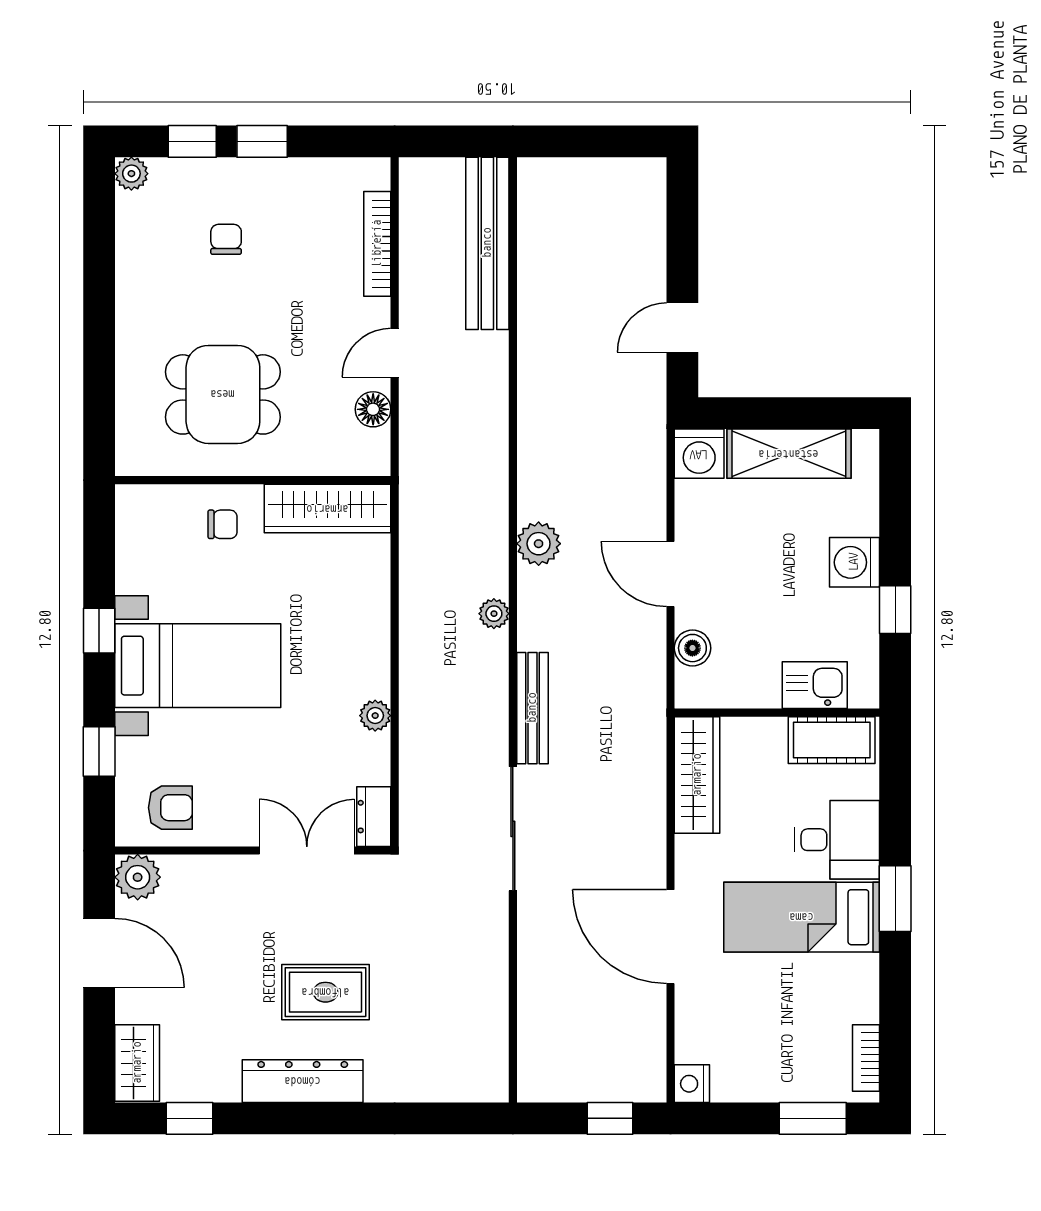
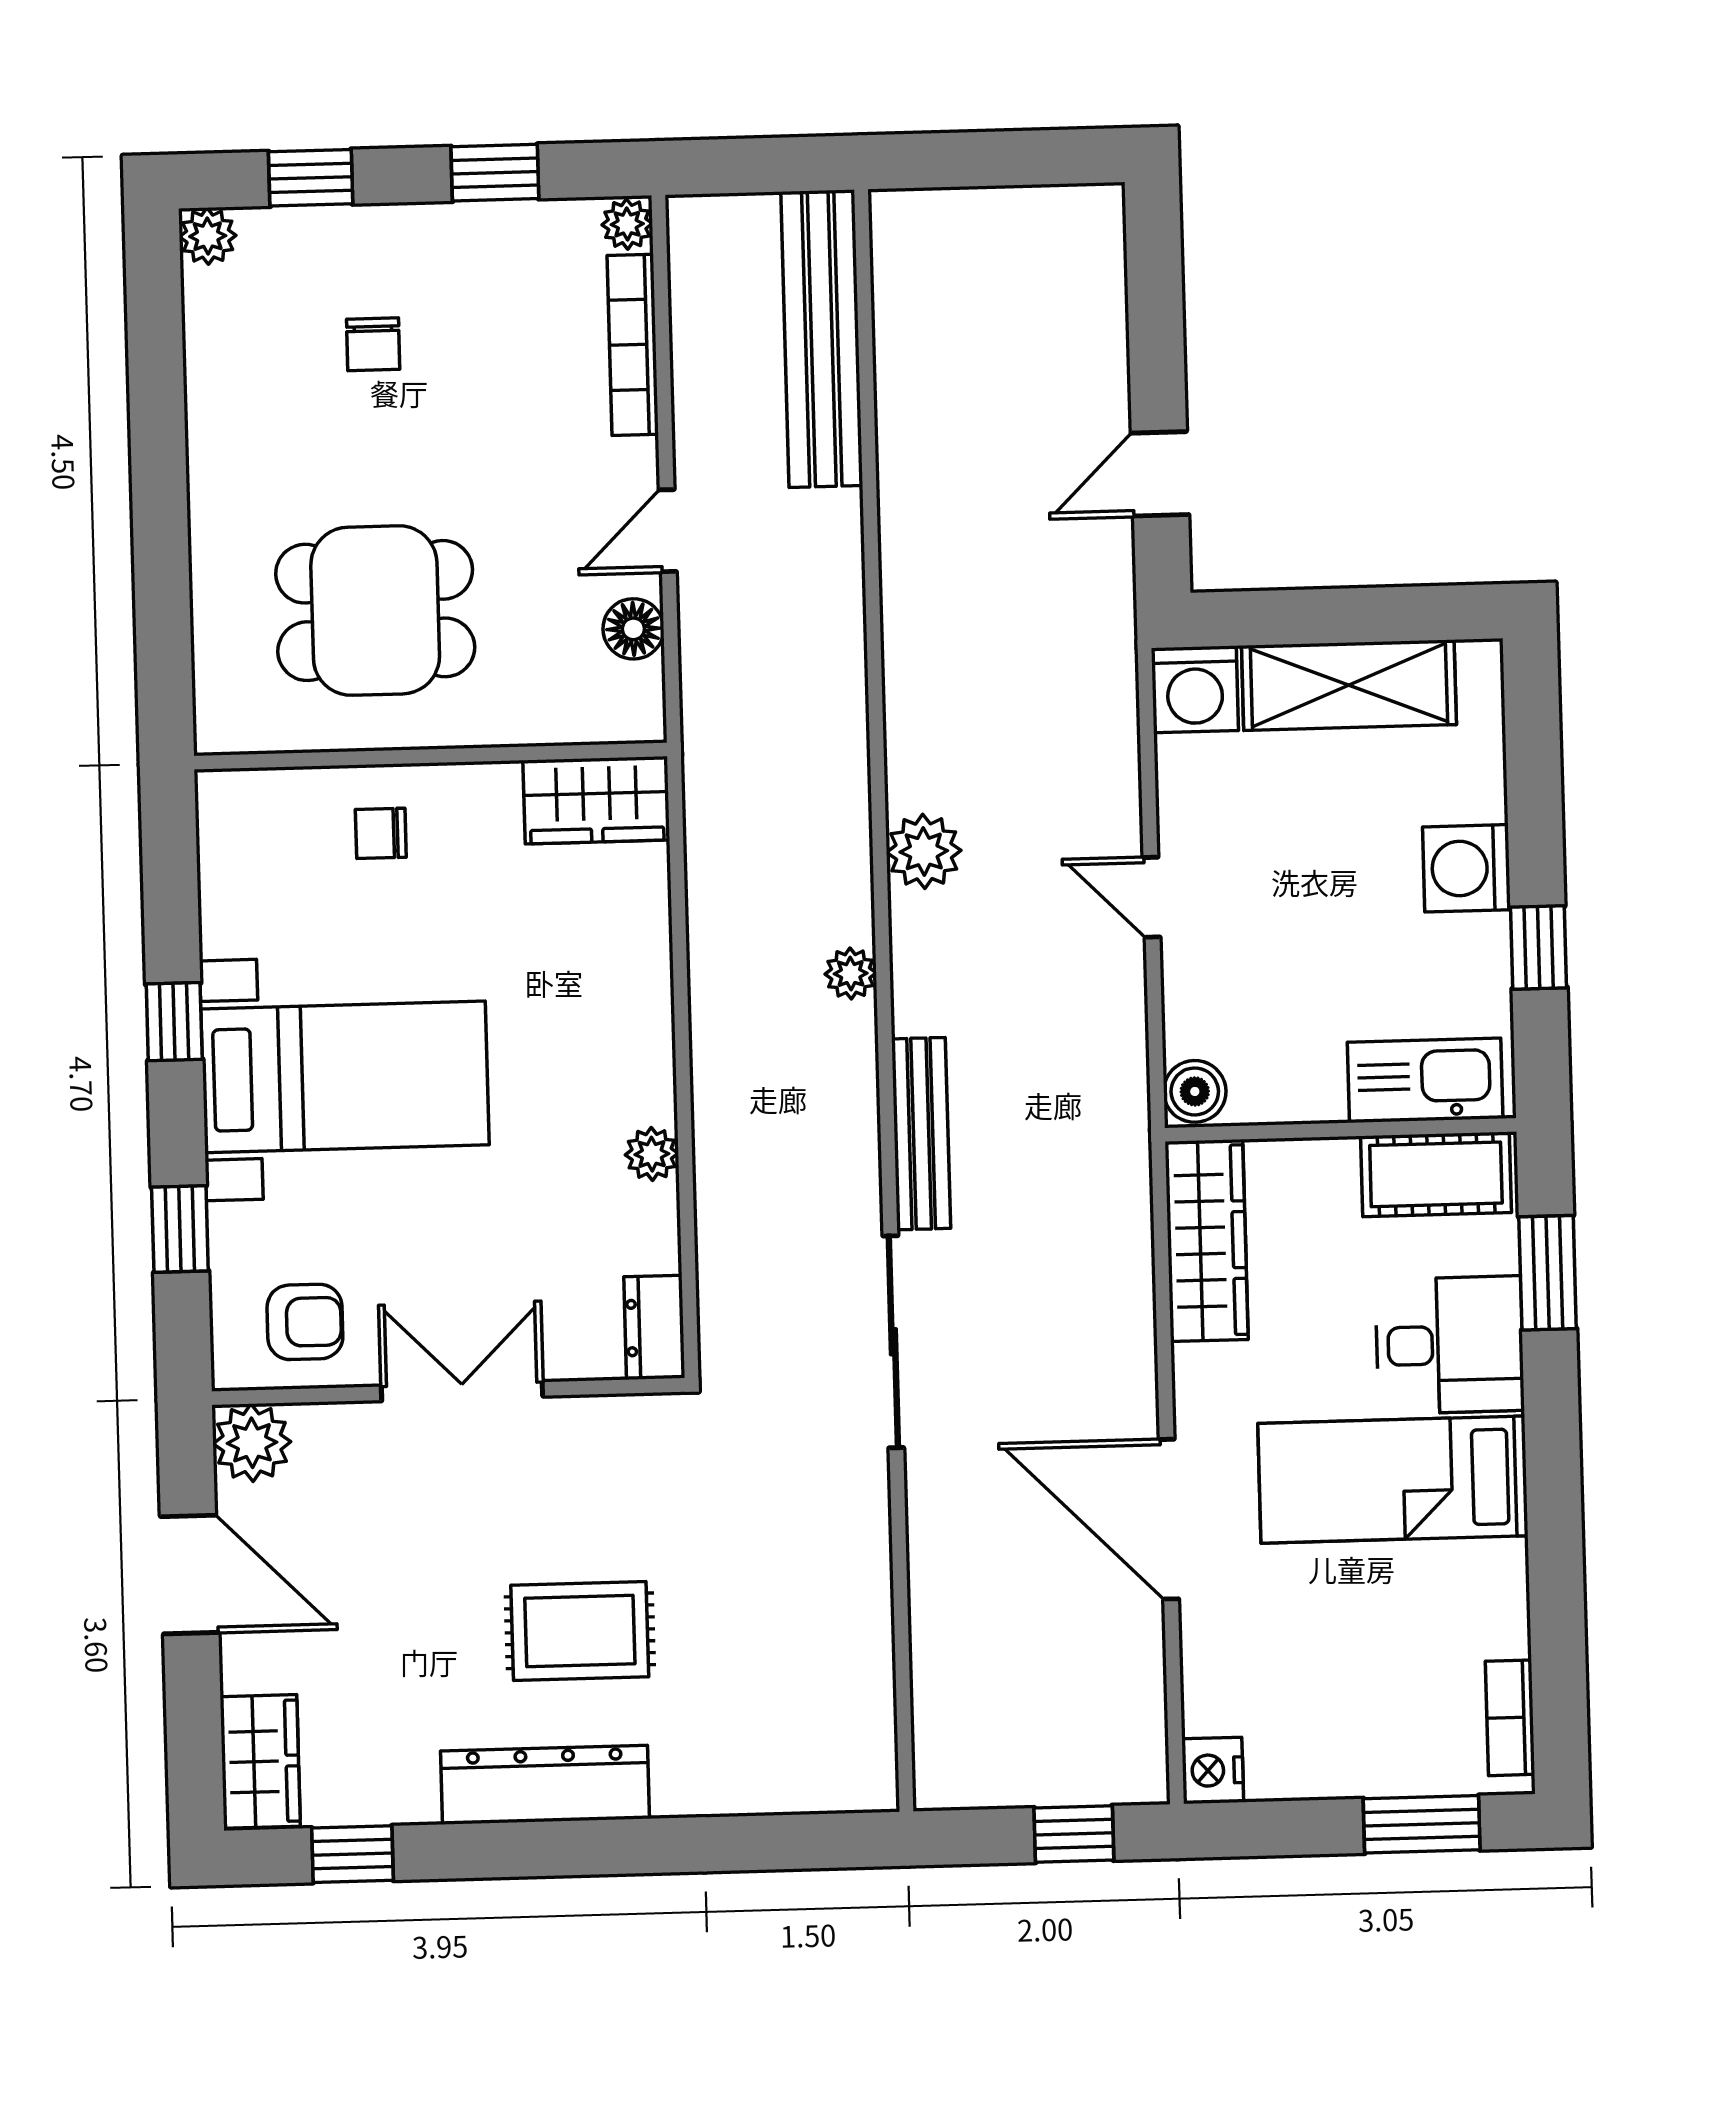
window: (262, 141) -> (495, 173), moved
plant: (376, 173) -> (627, 224), added
chair: (226, 239) -> (373, 344), turned 180
wardrobe: (328, 509) -> (596, 800), width x0.67
chair: (223, 524) -> (381, 833), turned 180
door: (670, 574) -> (1152, 897), width x0.73
boiler: (692, 648) -> (1195, 1091), moved
kitchen sink: (815, 685) -> (1425, 1080), width x1.38
double door: (307, 851) -> (462, 1391), moved
window: (895, 899) -> (1548, 1273), moved

